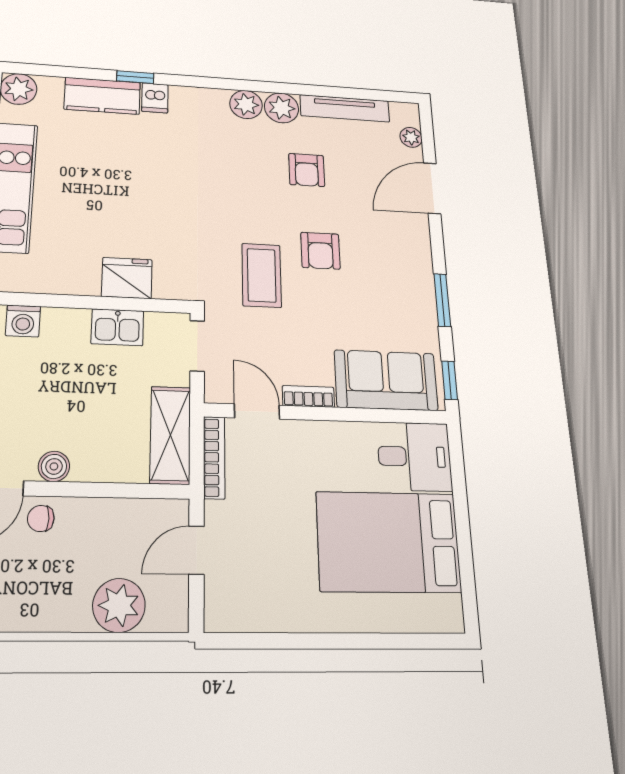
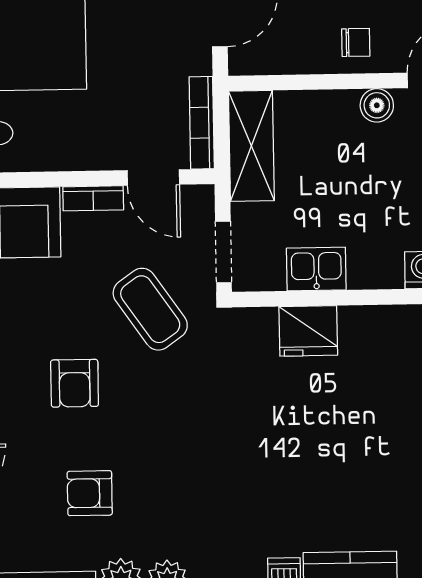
armchair: (307, 170) -> (90, 493), turned -90
armchair: (320, 251) -> (75, 383), turned 180
coffee table: (262, 275) -> (150, 309), moved, turned -35
chair: (41, 518) -> (356, 42), moved

